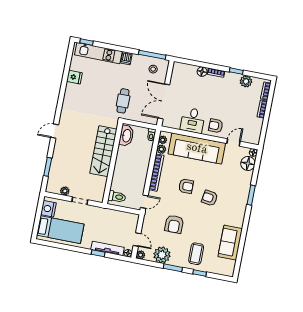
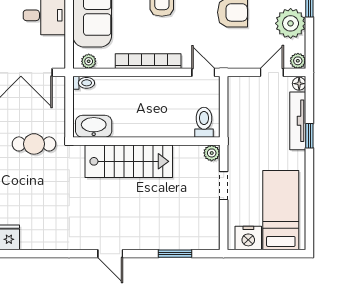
plant: (161, 149) -> (106, 60), removed
plant: (65, 191) -> (212, 153), moved

